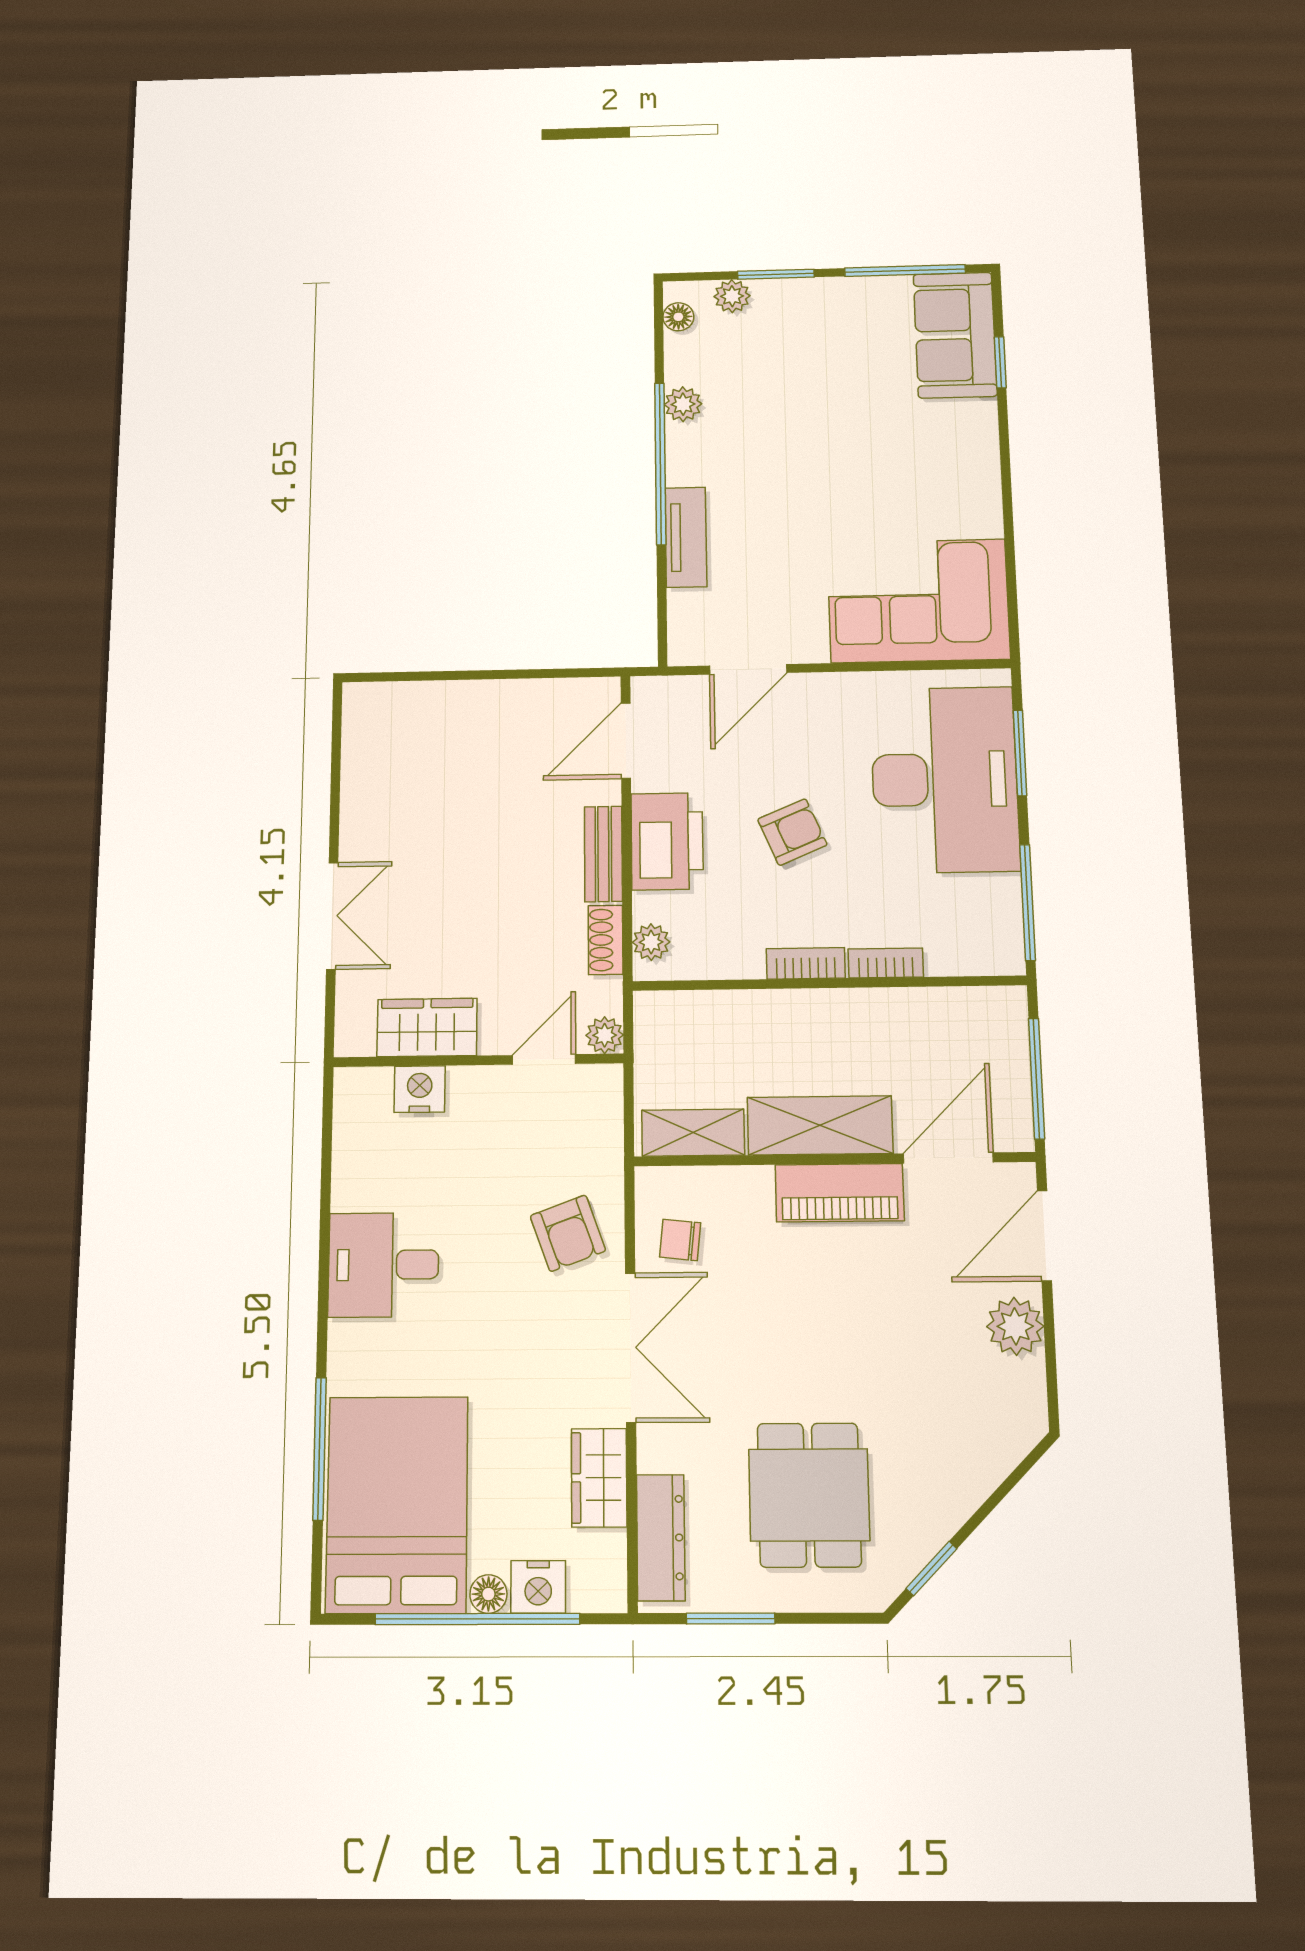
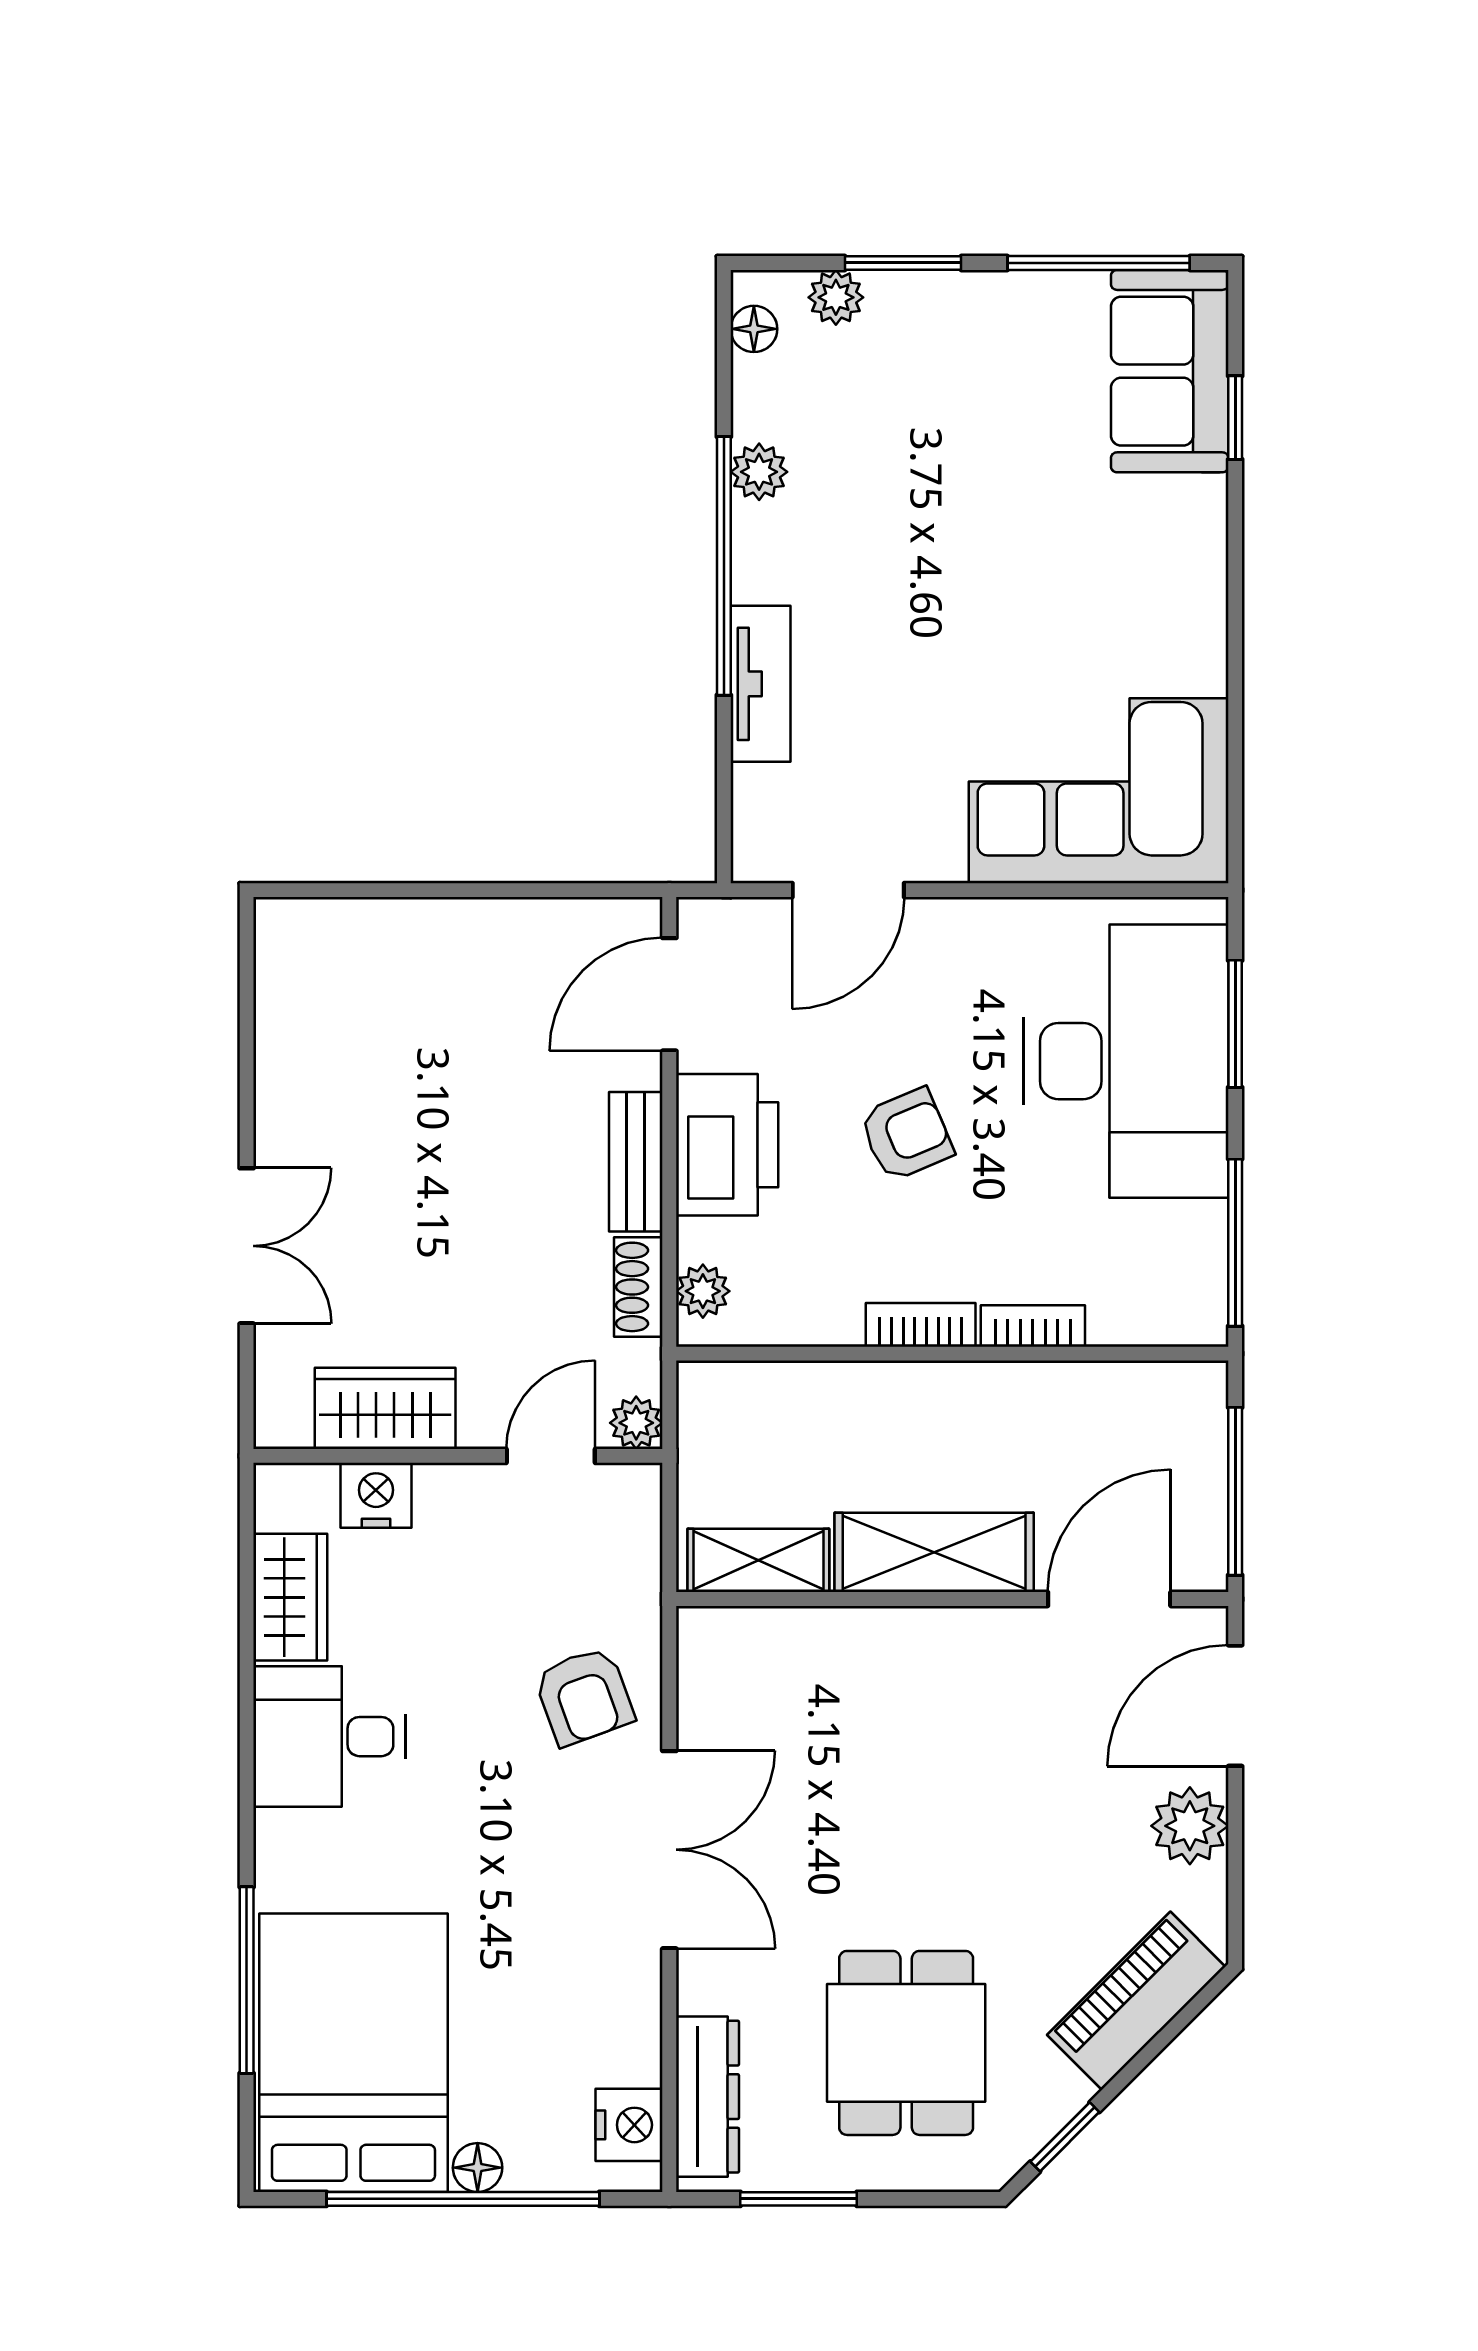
piano: (840, 1193) -> (1136, 2001), moved, turned 135
chair: (680, 1240) -> (738, 1707), removed
wardrobe: (599, 1478) -> (290, 1597), moved, turned 180
nightstand: (538, 1587) -> (629, 2125), moved, turned -90

